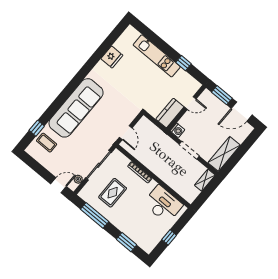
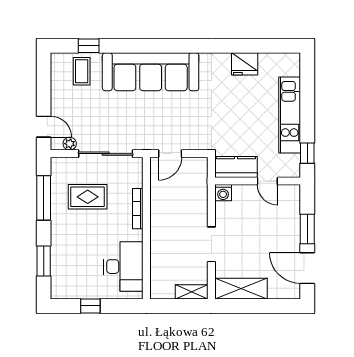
door: (190, 103) -> (267, 181), moved
wall: (186, 108) -> (258, 181), moved
kitchen counter: (170, 113) -> (236, 167), moved
washing machine: (177, 130) -> (223, 193), moved

